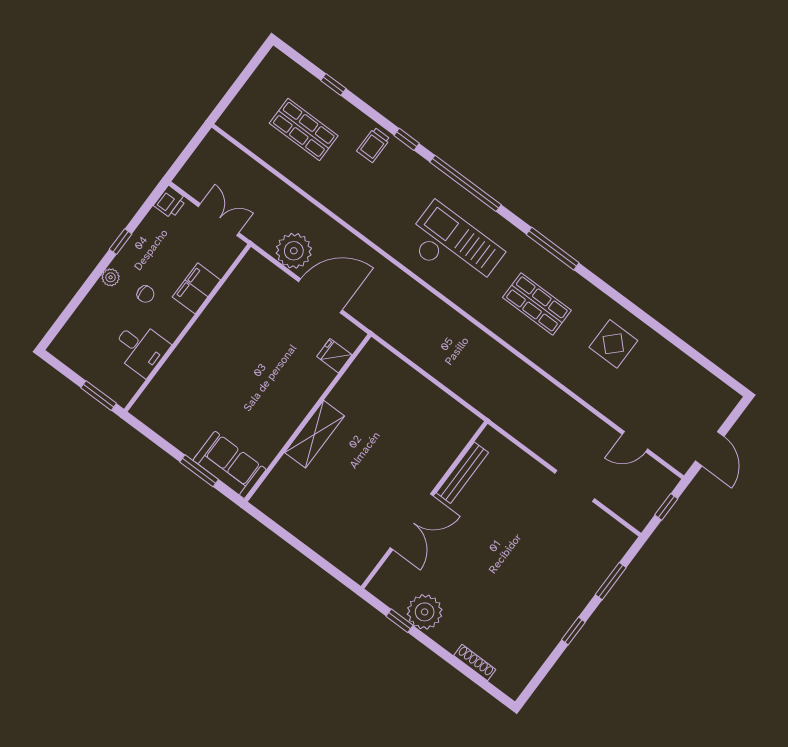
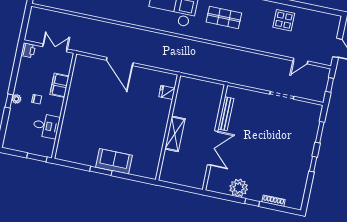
window: (121, 242) -> (9, 101), moved
plant: (294, 251) -> (97, 46), removed
door: (320, 296) -> (120, 61), swing flipped
display table: (613, 344) -> (284, 20), moved
fridge: (334, 356) -> (167, 92), moved
wall: (308, 418) -> (168, 128), moved
shelving: (315, 434) -> (175, 134), moved
window: (399, 621) -> (252, 202), moved

